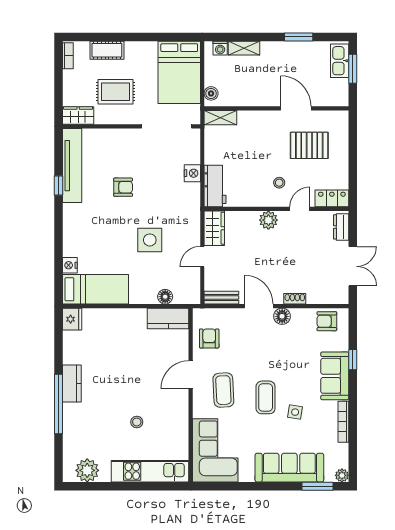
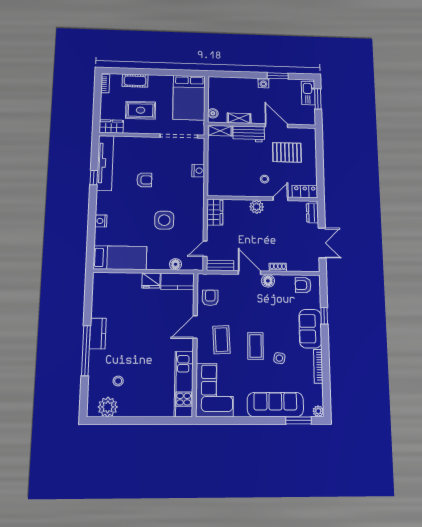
washing machine: (220, 48) -> (263, 83), moved
shelving: (244, 48) -> (239, 118), moved
workbench: (215, 186) -> (249, 134), moved, turned 90
door: (202, 257) -> (205, 249), moved
nightstand: (70, 265) -> (101, 221), moved
fridge: (72, 319) -> (151, 281), moved, turned 90
stool: (137, 422) -> (118, 381), moved
kitchen unit: (150, 471) -> (184, 384), moved, turned -90

